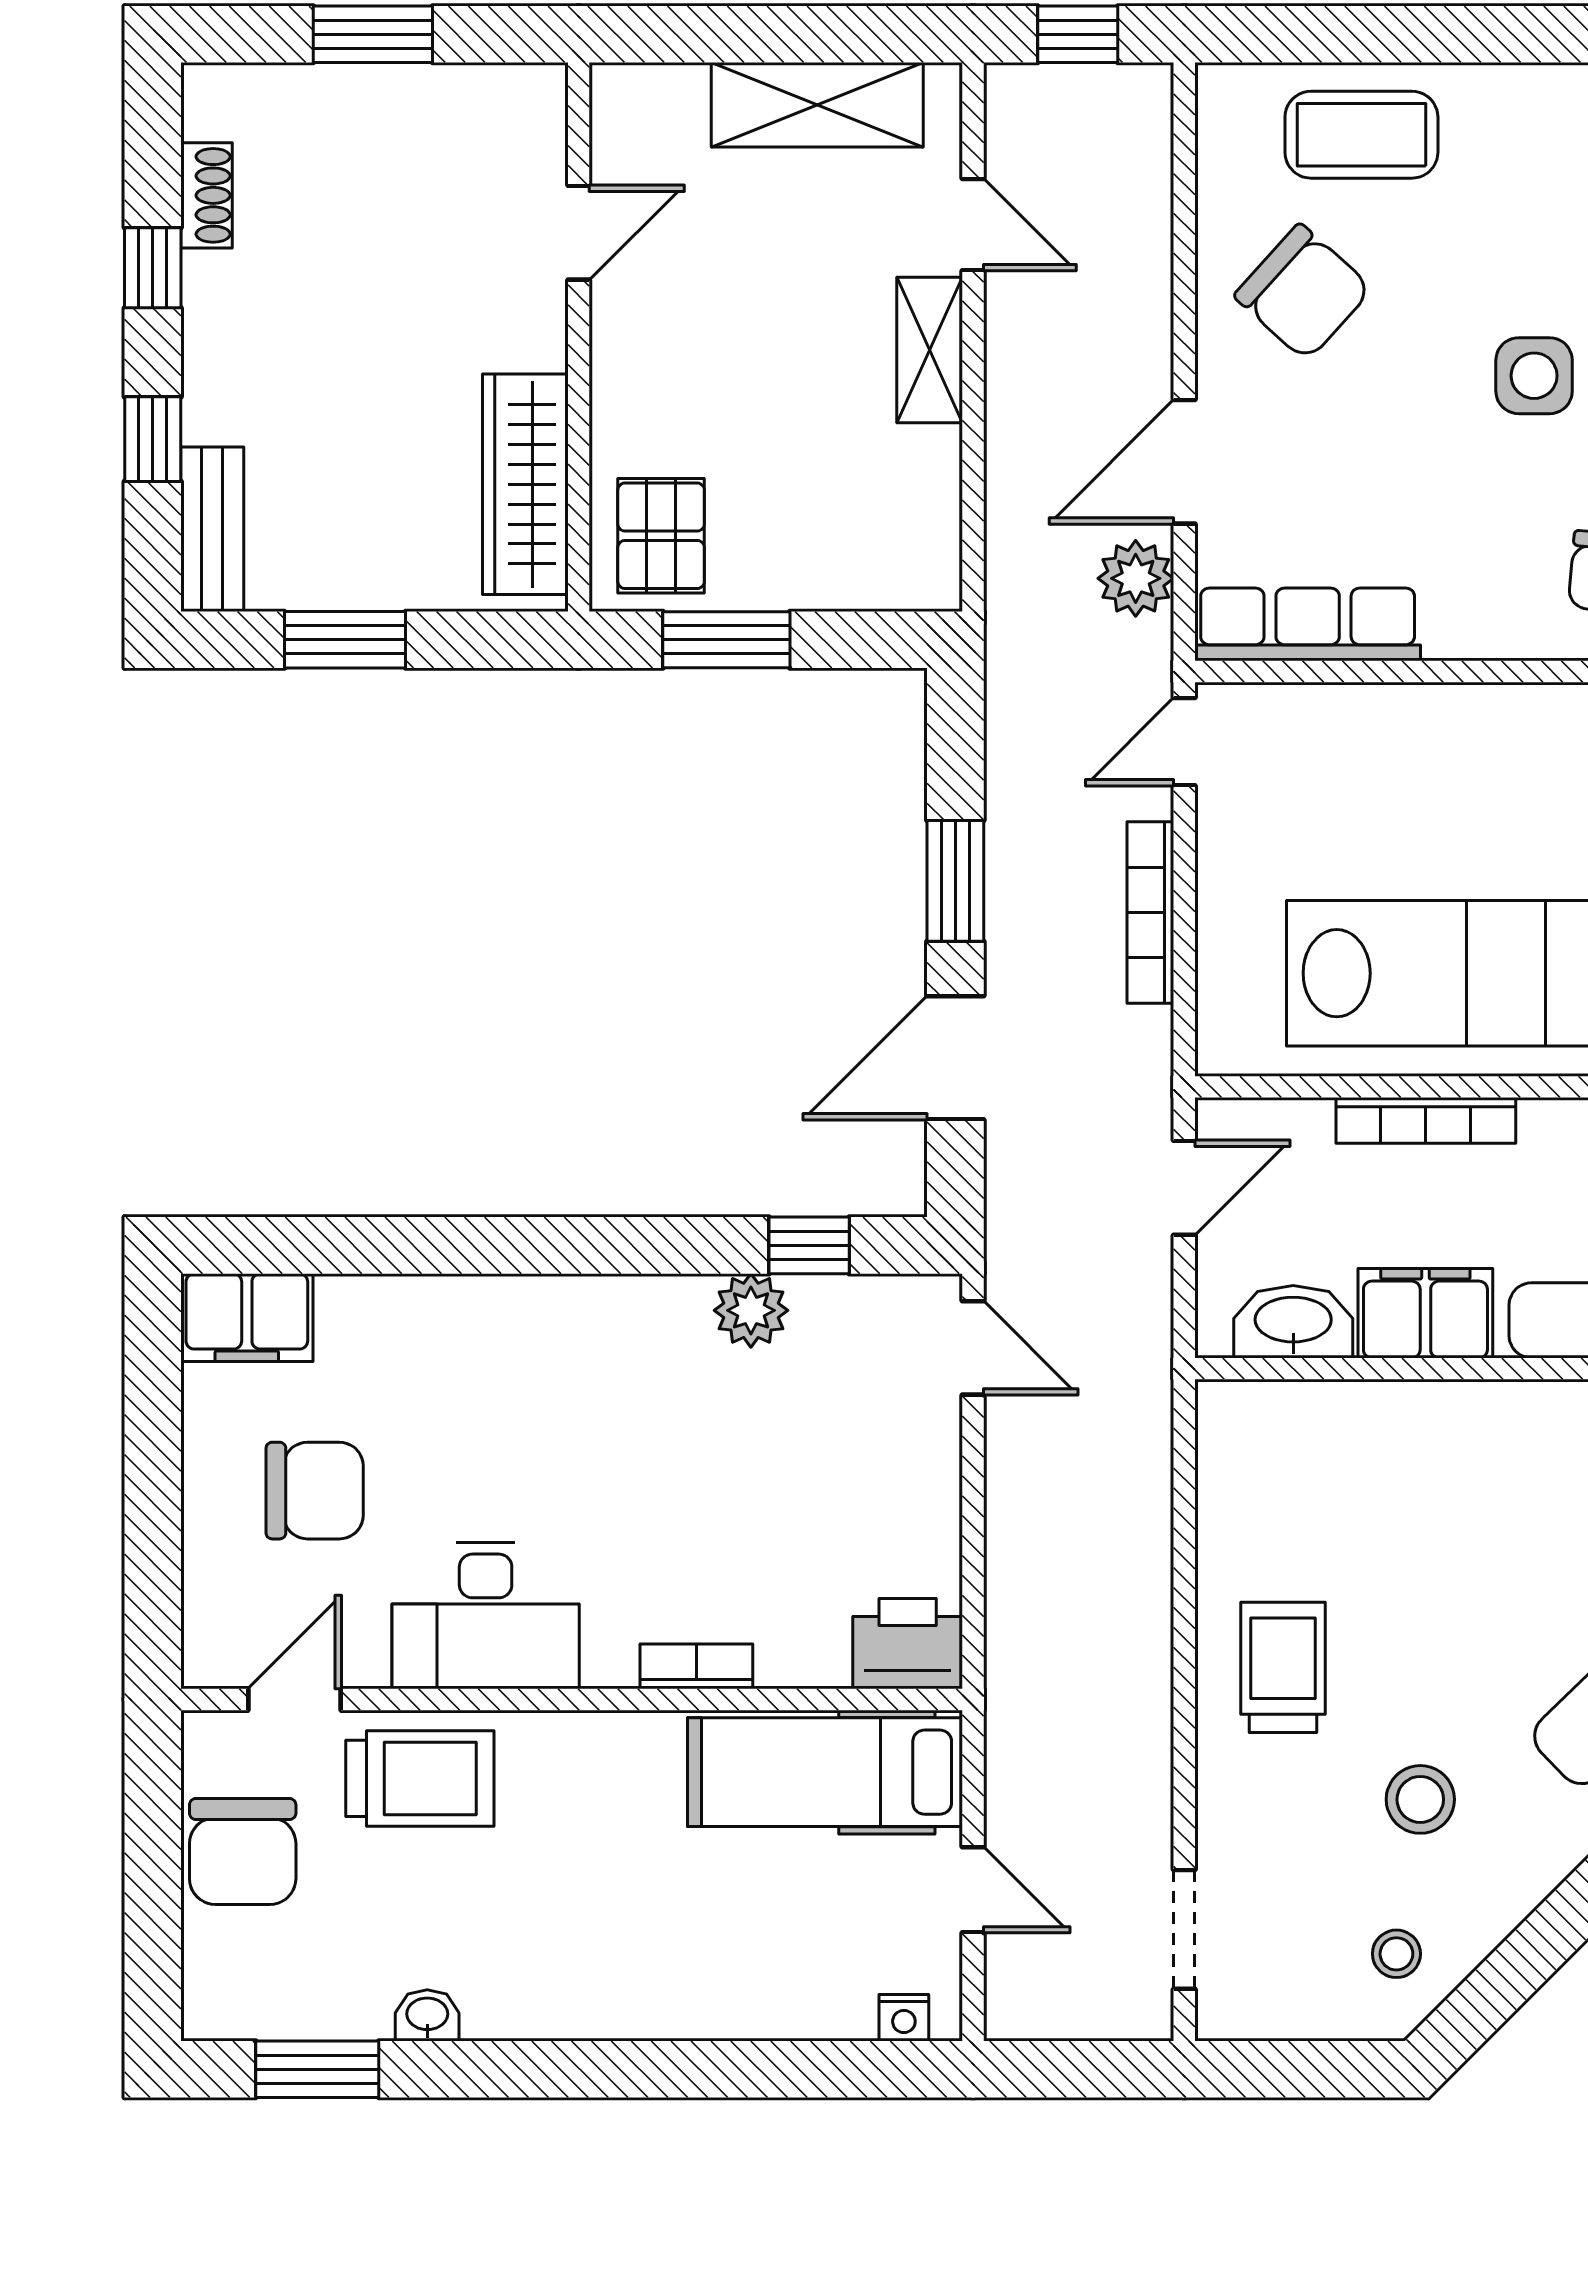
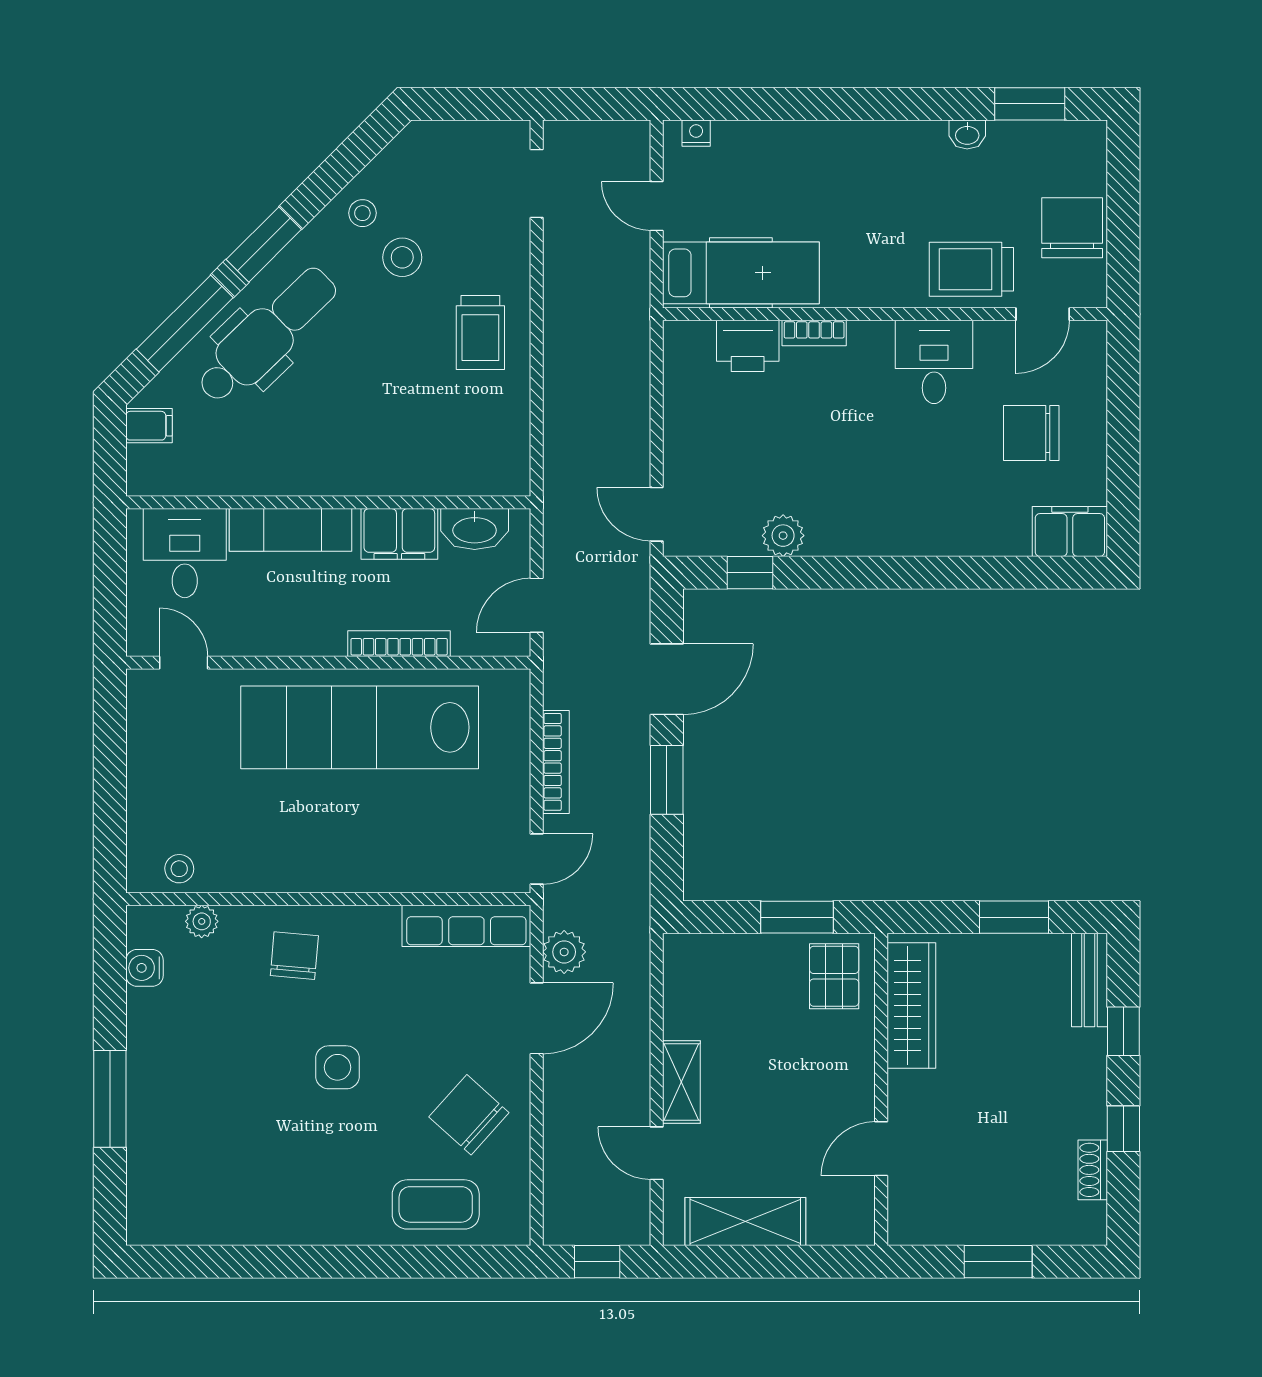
desk: (486, 1616) -> (934, 362), width x0.73
printer: (908, 1644) -> (748, 346), moved
stool: (1396, 1954) -> (362, 213), moved

